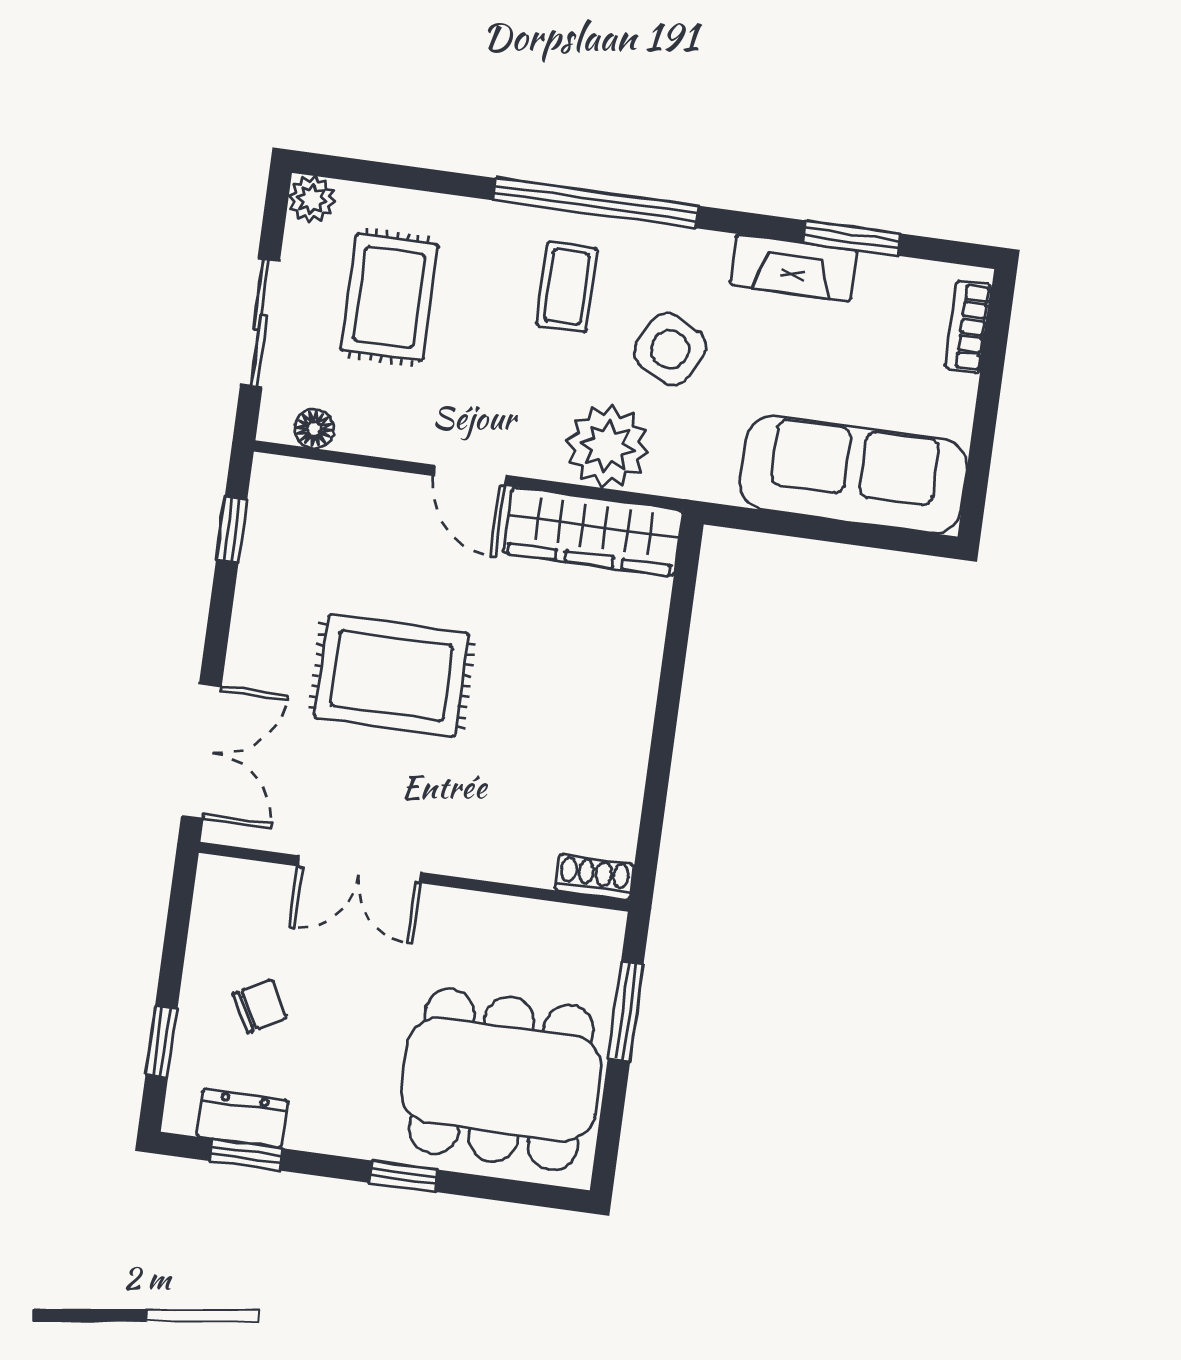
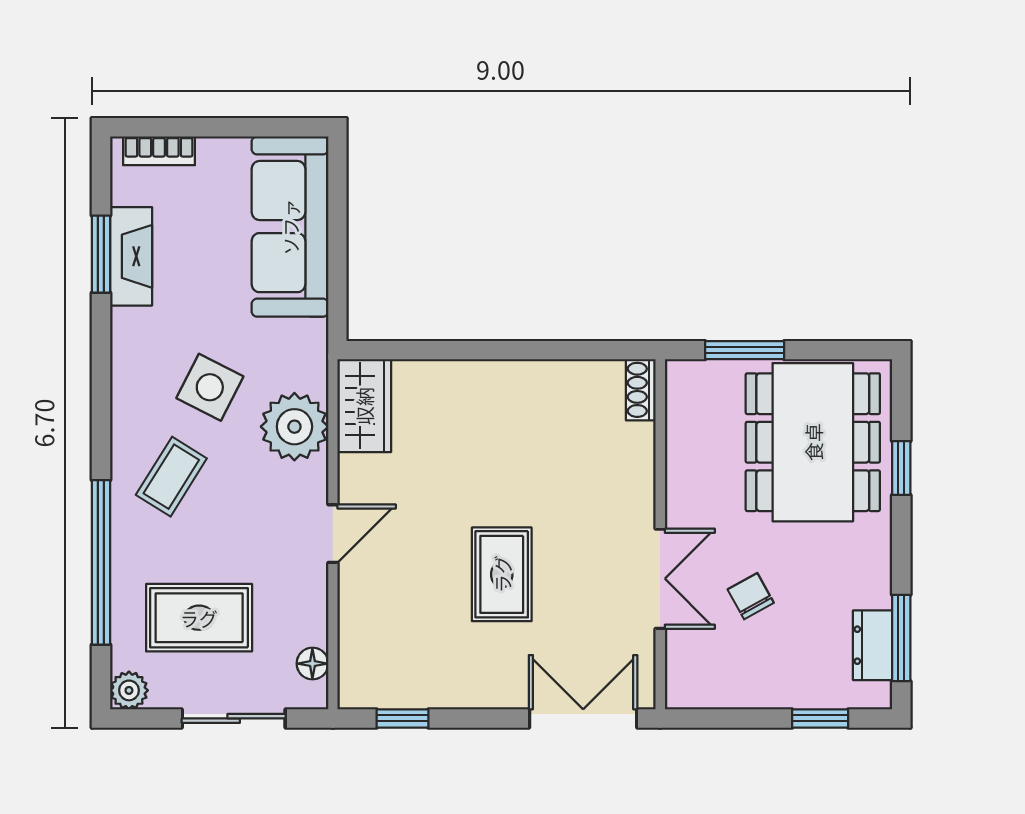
window: (596, 203) -> (101, 562), moved
fireplace: (794, 268) -> (131, 256), moved
coffee table: (567, 287) -> (171, 477), turned -58
wardrobe: (593, 532) -> (364, 406), width x0.67
rug: (392, 676) -> (502, 574), width x0.73, depth x0.70
chair: (260, 1006) -> (751, 596), moved
window: (247, 1155) -> (901, 638), width x1.50
window: (404, 1176) -> (901, 468), moved

